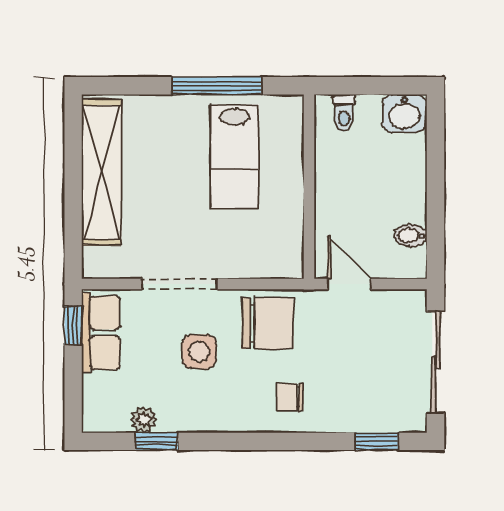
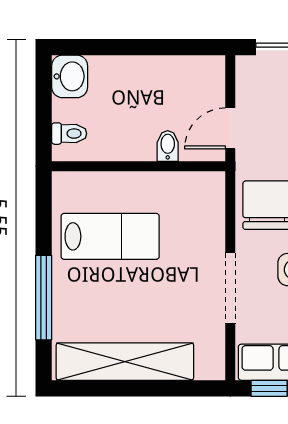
window: (217, 86) -> (44, 298), moved
bidet: (411, 236) -> (168, 146), moved, turned 180

